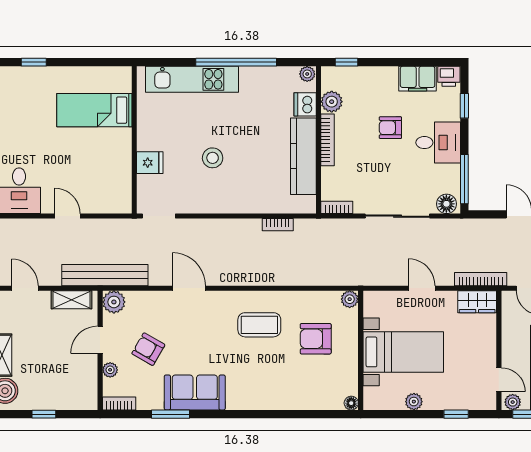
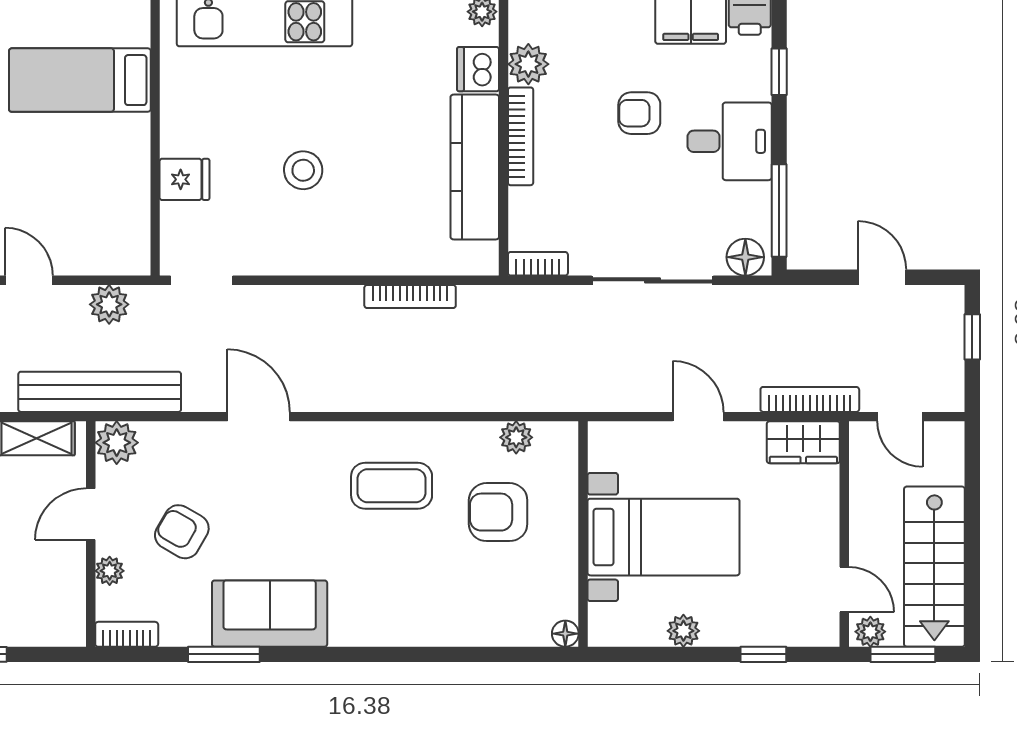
bookcase: (278, 225) -> (410, 297), width x1.56
plant: (110, 229) -> (109, 304), added
plant: (350, 299) -> (516, 437), moved

